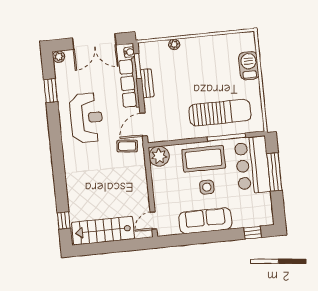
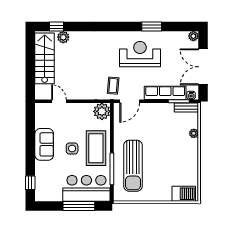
barbecue: (249, 66) -> (184, 194), moved
bench: (147, 83) -> (186, 108), moved
window: (51, 91) -> (152, 27), moved
reception desk: (86, 118) -> (140, 54), turned 180
door: (144, 124) -> (130, 101), swing flipped
plant: (76, 211) -> (63, 37), added
door: (153, 221) -> (59, 101), moved
sofa: (205, 221) -> (44, 144), width x0.73

